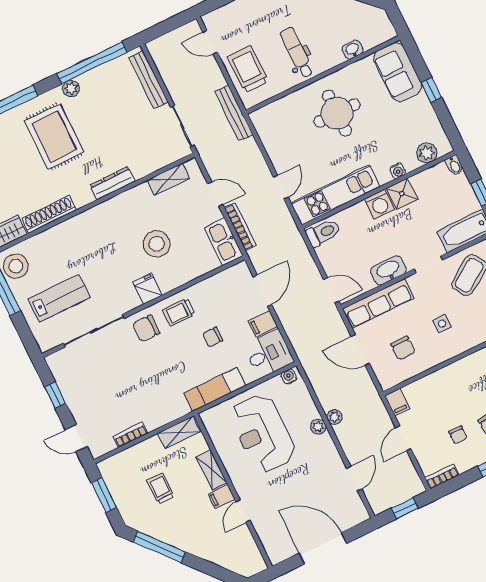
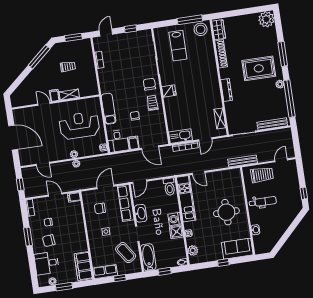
stool: (157, 244) -> (190, 102), removed
shelving: (179, 432) -> (93, 84), removed
door: (323, 548) -> (13, 138), hinge flipped

